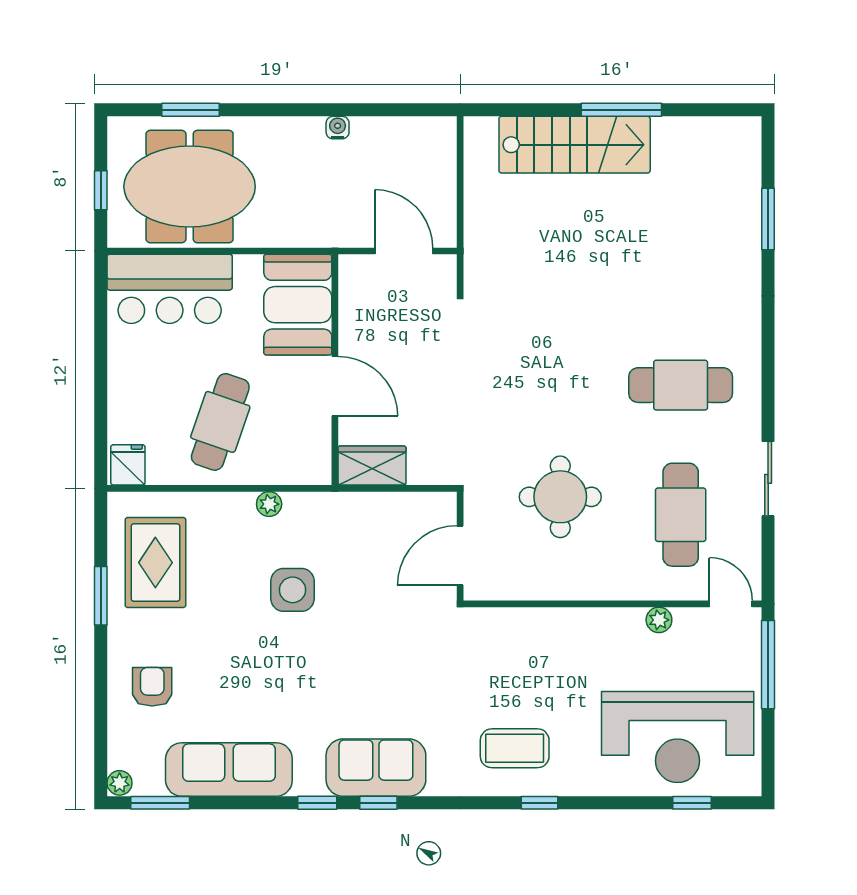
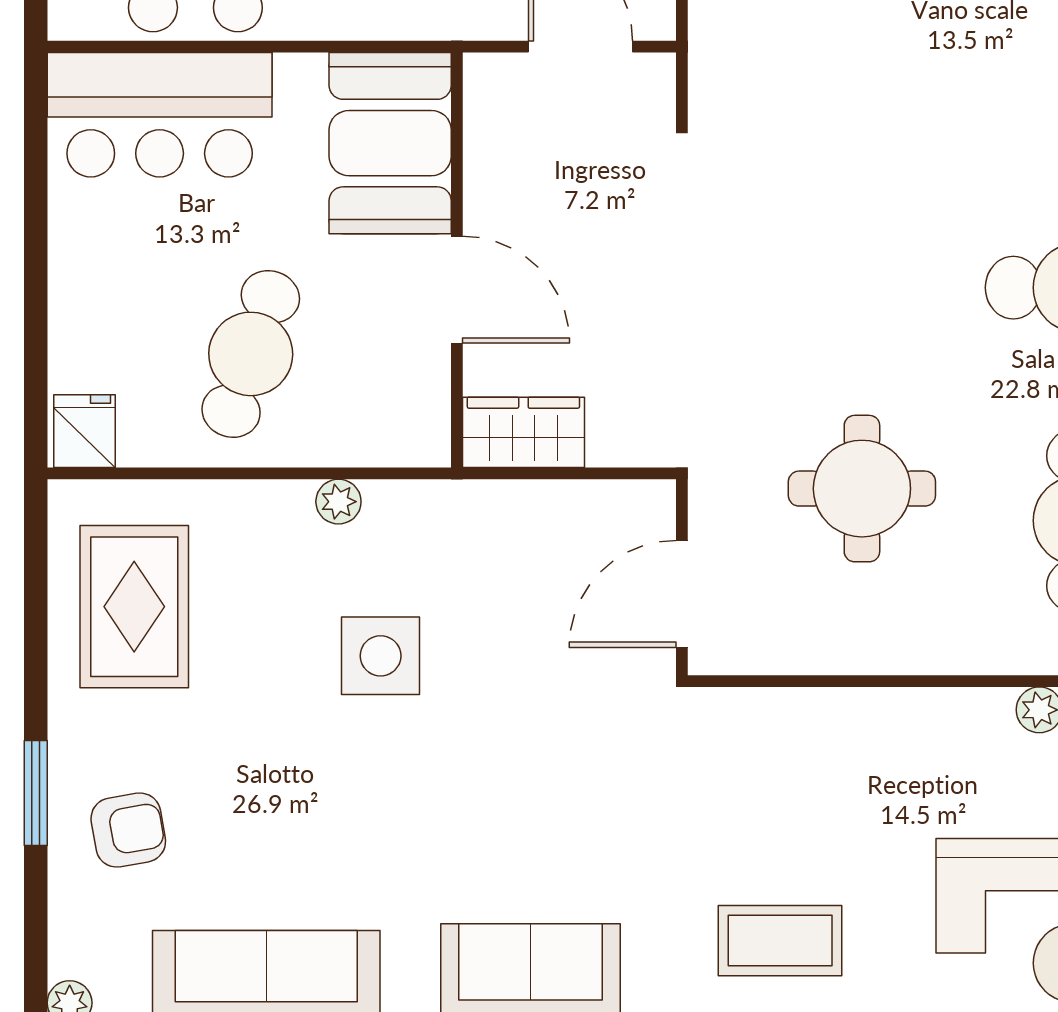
window: (101, 596) -> (36, 793), moved
armchair: (152, 687) -> (128, 830), turned 80

